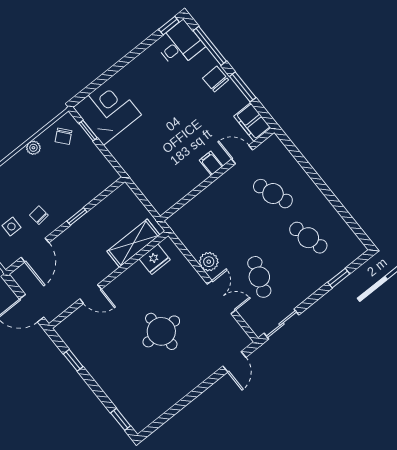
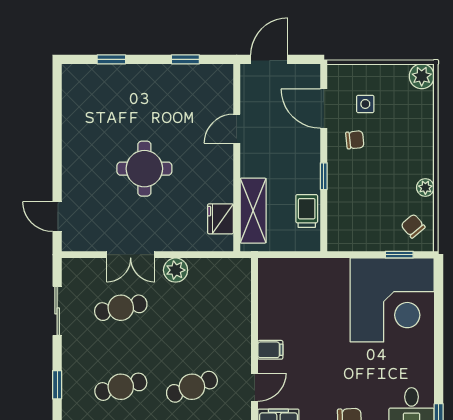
corner desk: (107, 111) -> (392, 300), width x1.36, depth x1.36
trolley: (107, 210) -> (307, 211), added
cafe table: (259, 277) -> (121, 308), turned -33
sliding door: (281, 324) -> (57, 311), moved
window: (121, 419) -> (111, 59), moved

